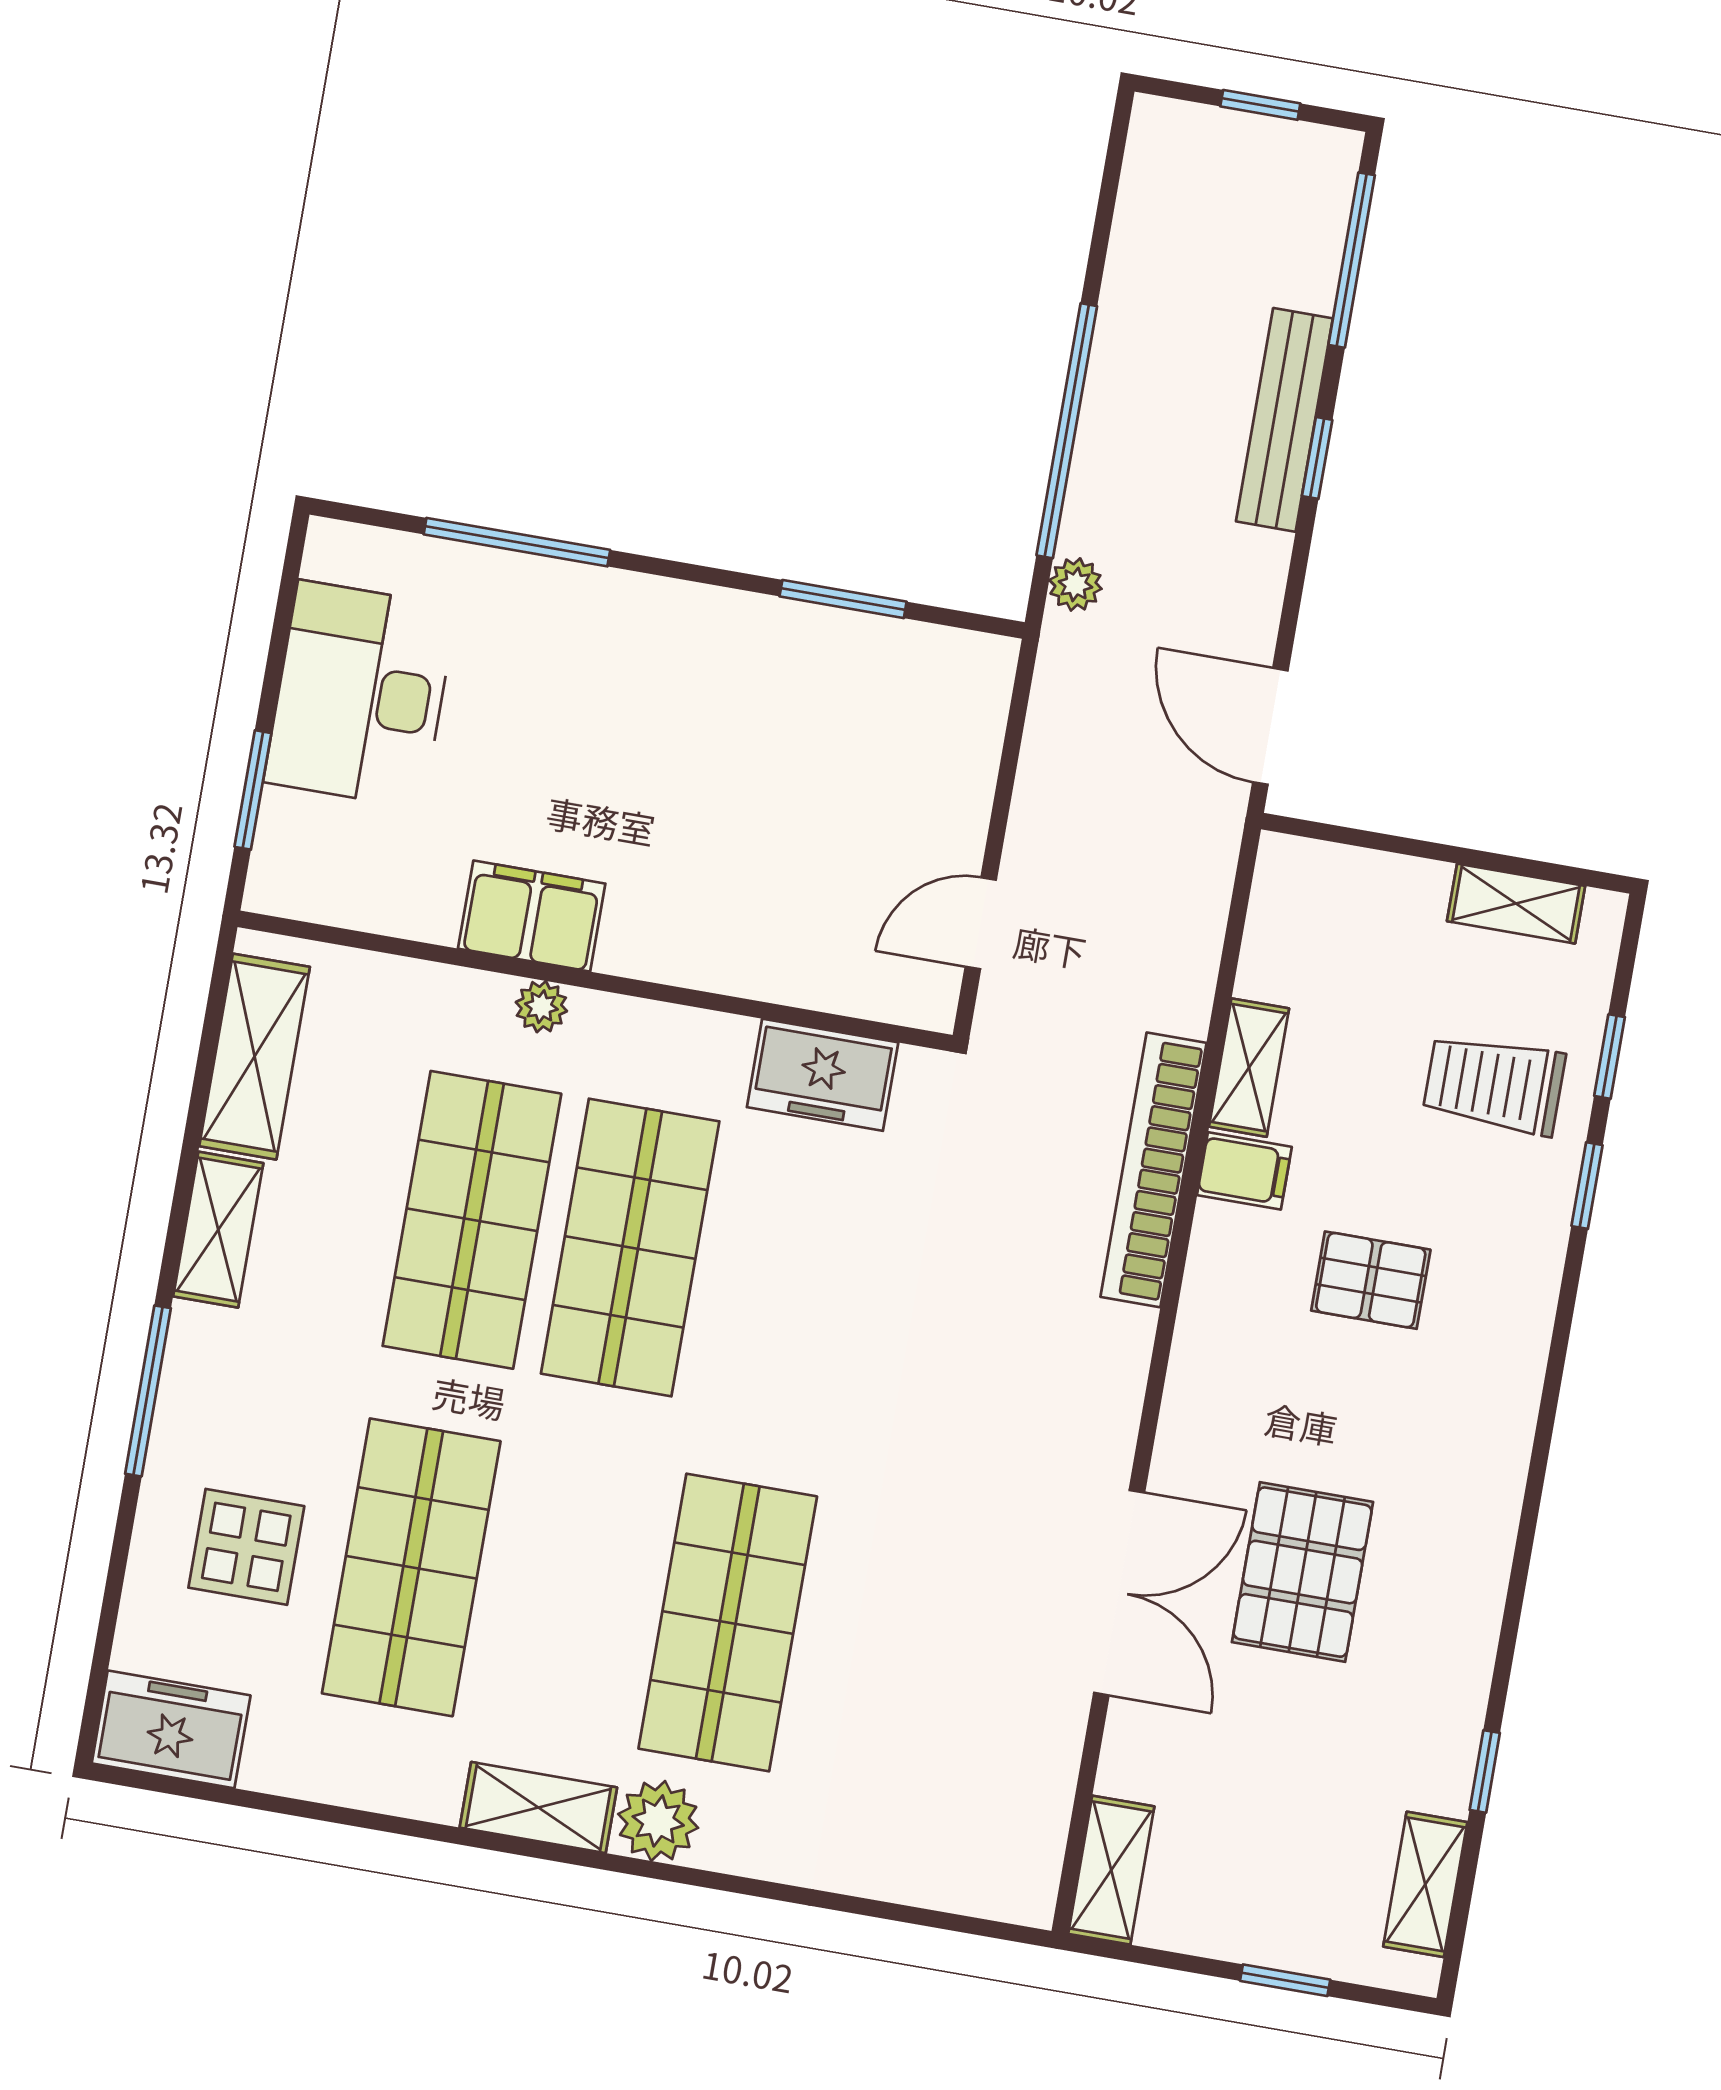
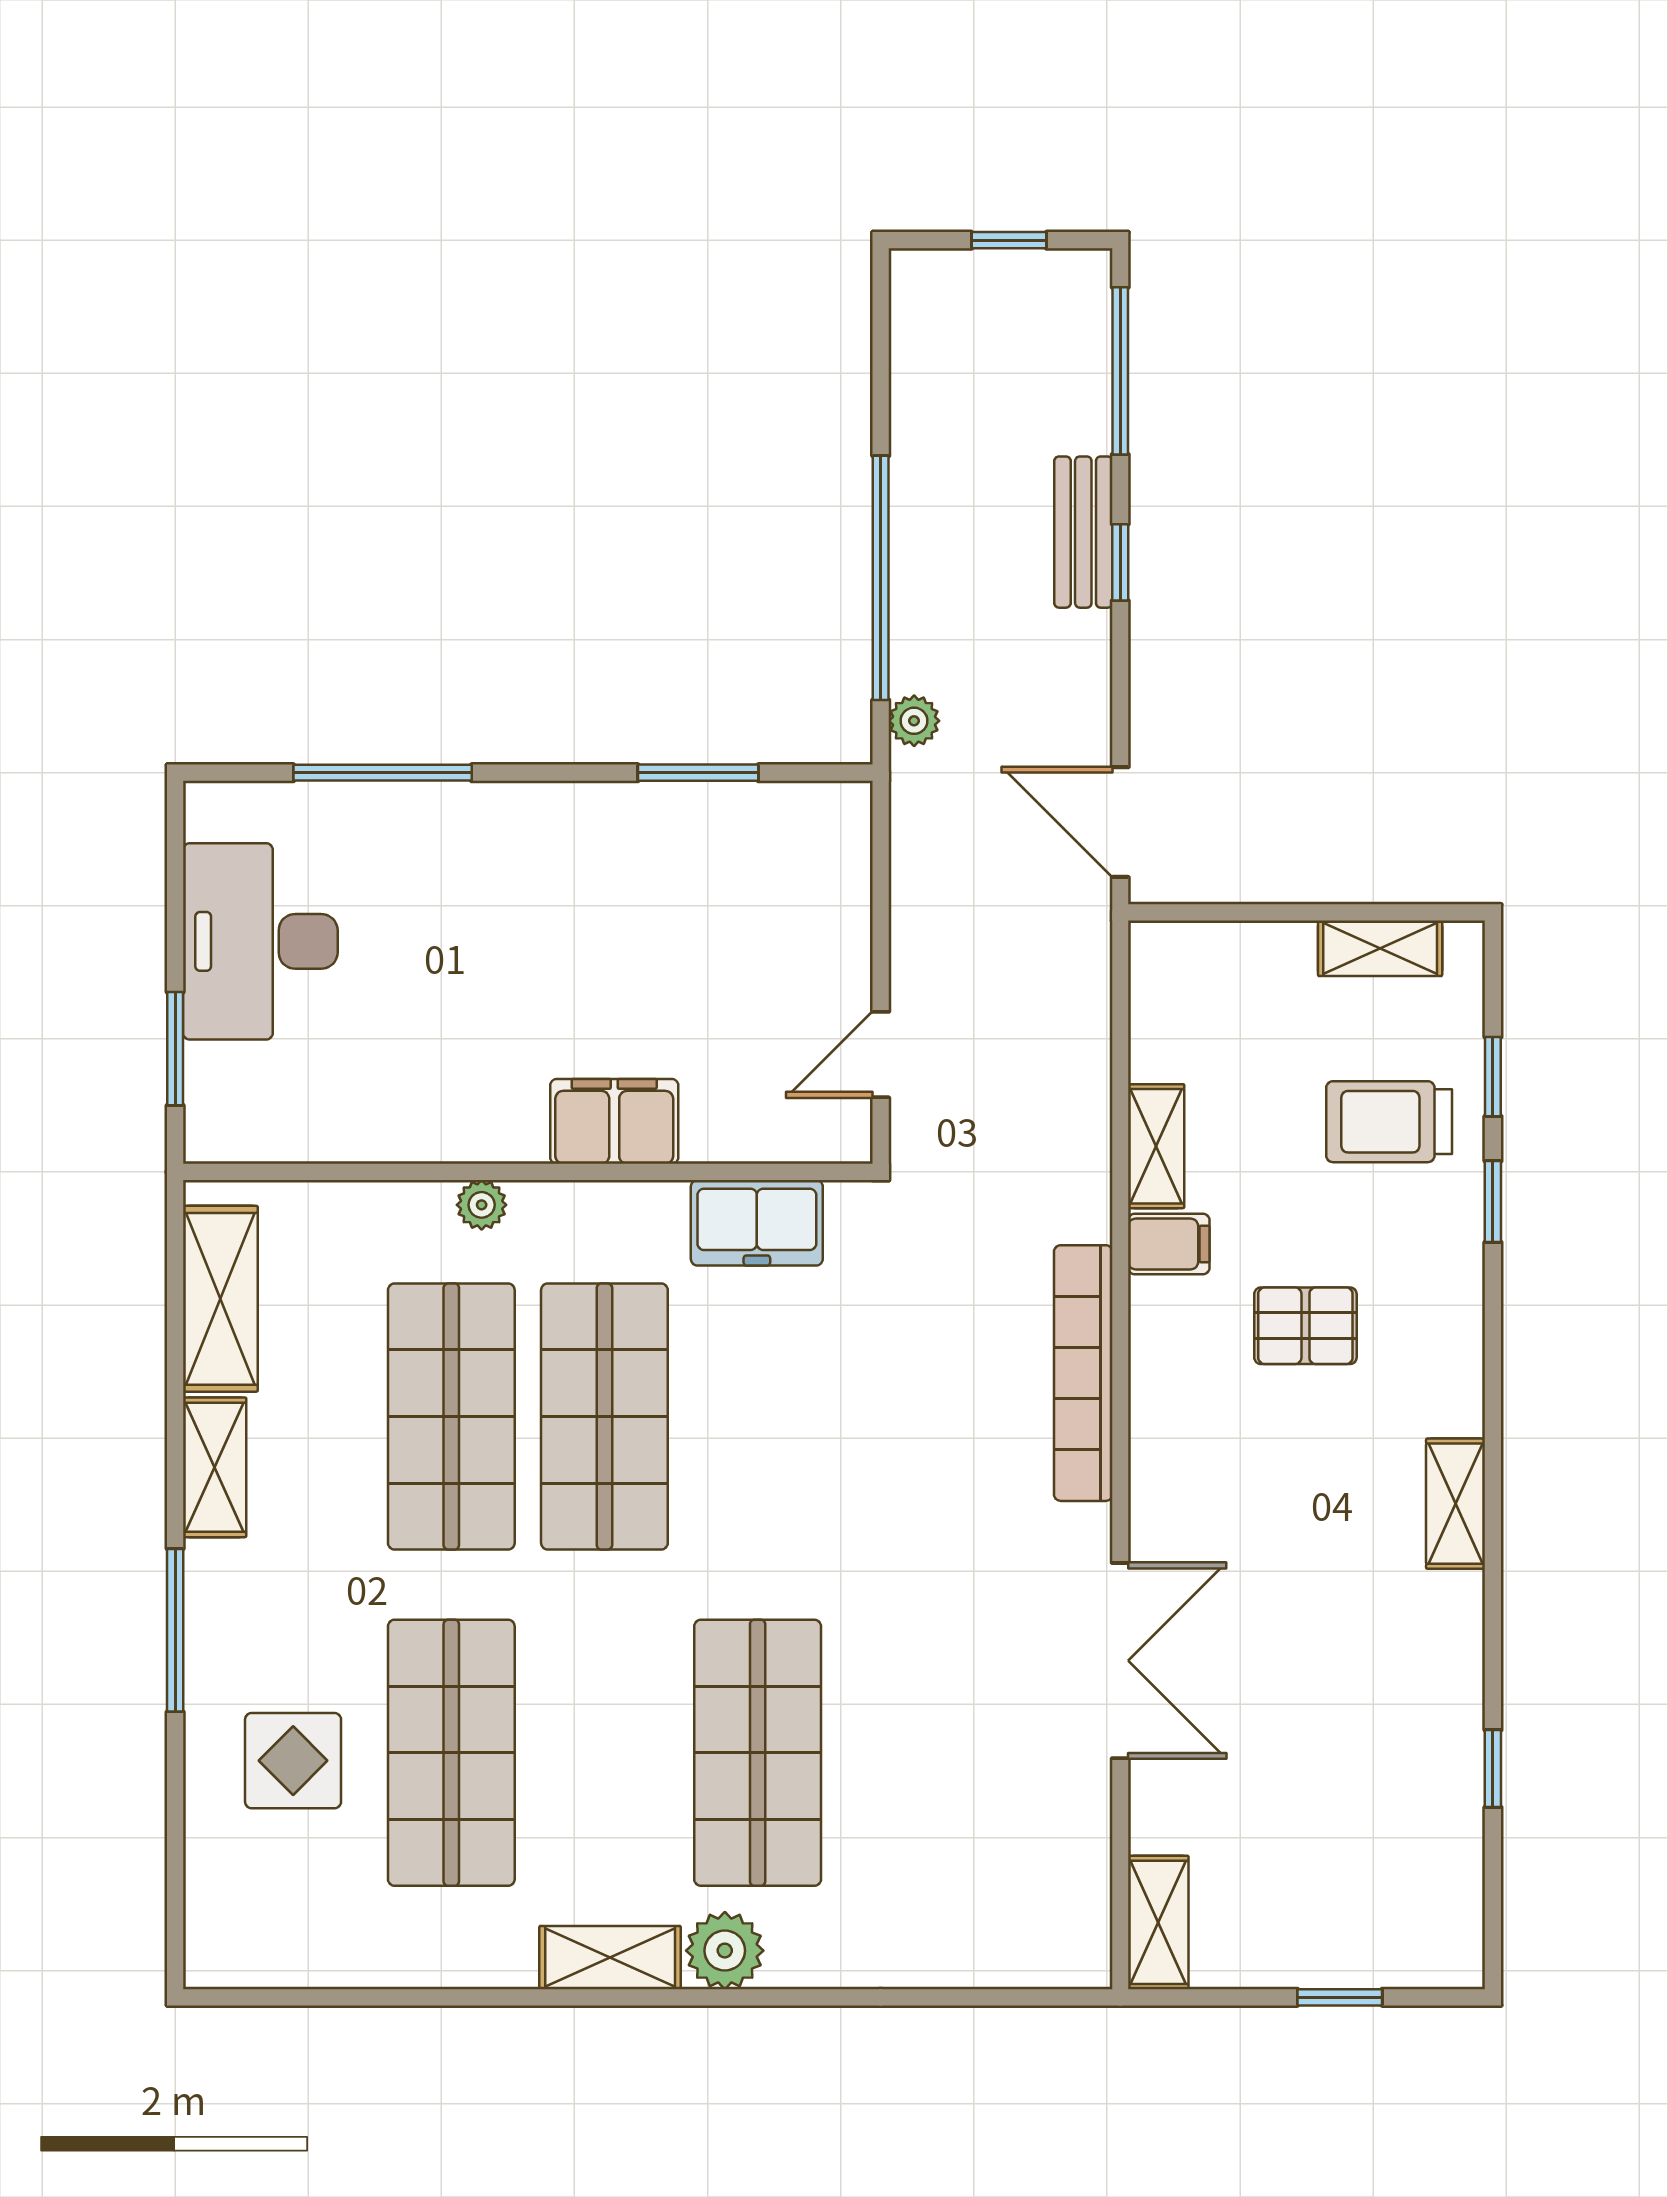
bench: (1284, 420) -> (1083, 532), width x0.73
filing cabinet: (532, 916) -> (614, 1121), moved
bookcase: (1153, 1170) -> (1083, 1373), moved
pallet: (1303, 1572) -> (1289, 1611), removed
freezer: (171, 1729) -> (252, 1944), removed
shelving: (1425, 1884) -> (1456, 1504), moved

